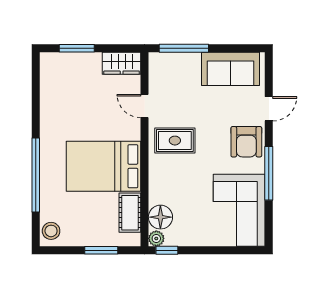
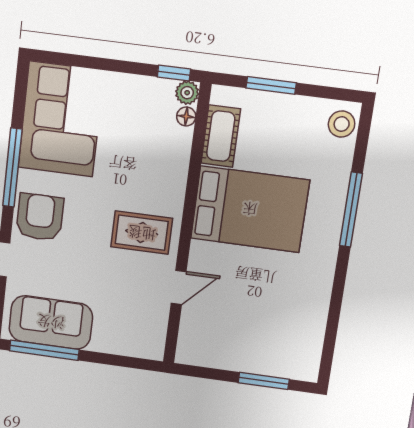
window: (184, 48) -> (44, 350), moved
wardrobe: (122, 63) -> (203, 351), removed
door: (145, 106) -> (179, 287), hinge flipped
window: (36, 175) -> (351, 210), width x0.68
floor lamp: (160, 217) -> (186, 116), width x0.53, depth x0.53

